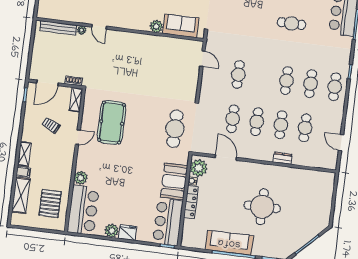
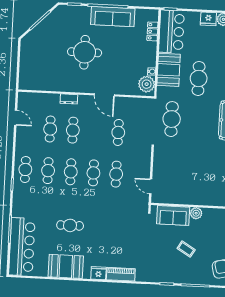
cafe table: (257, 122) -> (93, 173), moved
door: (226, 157) -> (104, 95), moved
cafe table: (143, 170) -> (199, 78), added
locker: (191, 202) -> (152, 31), moved, width x0.66

